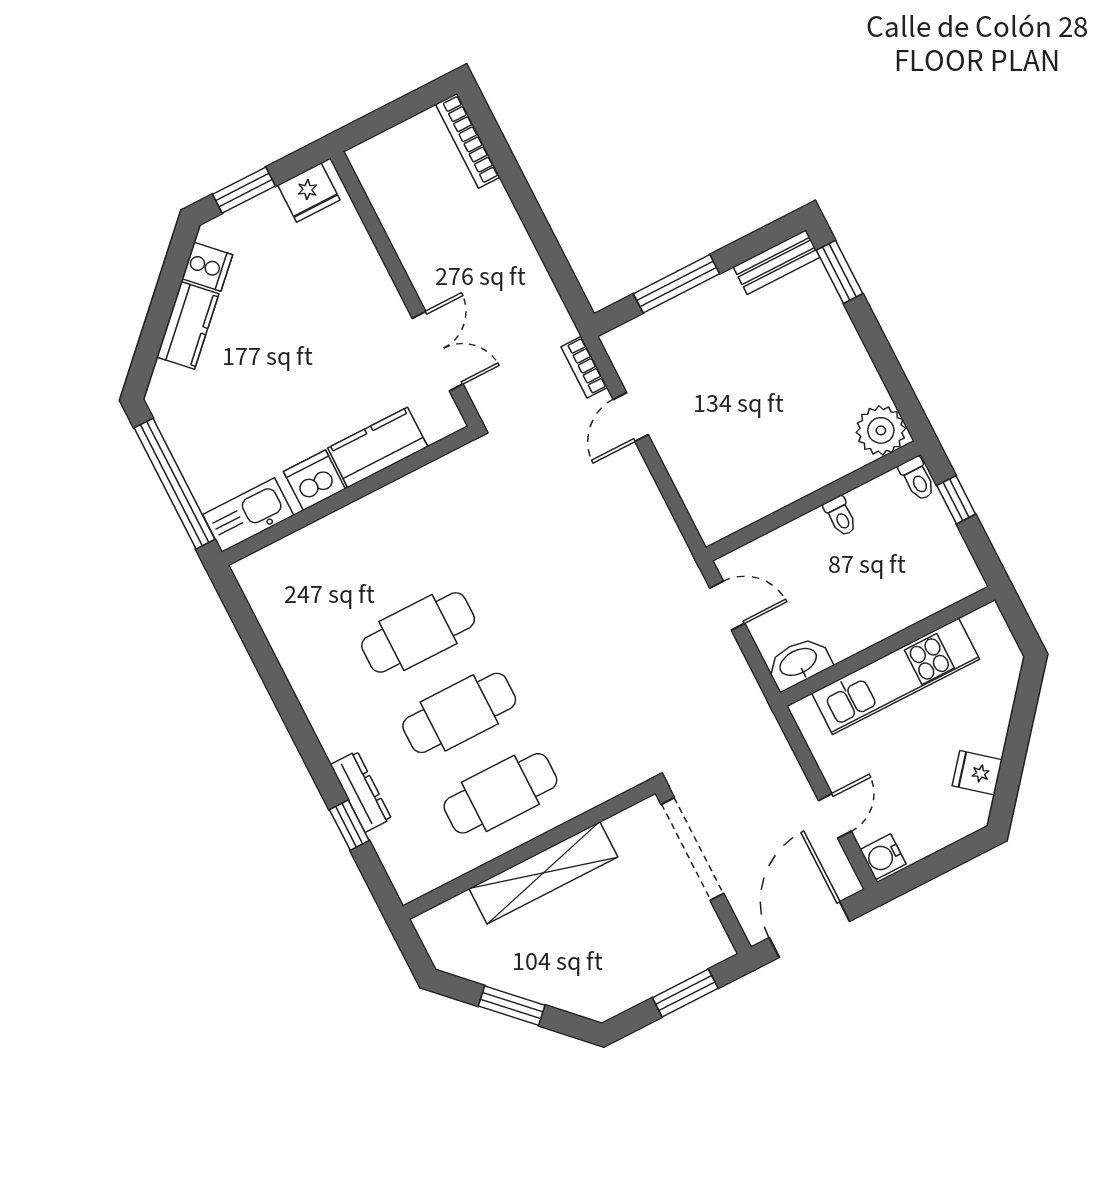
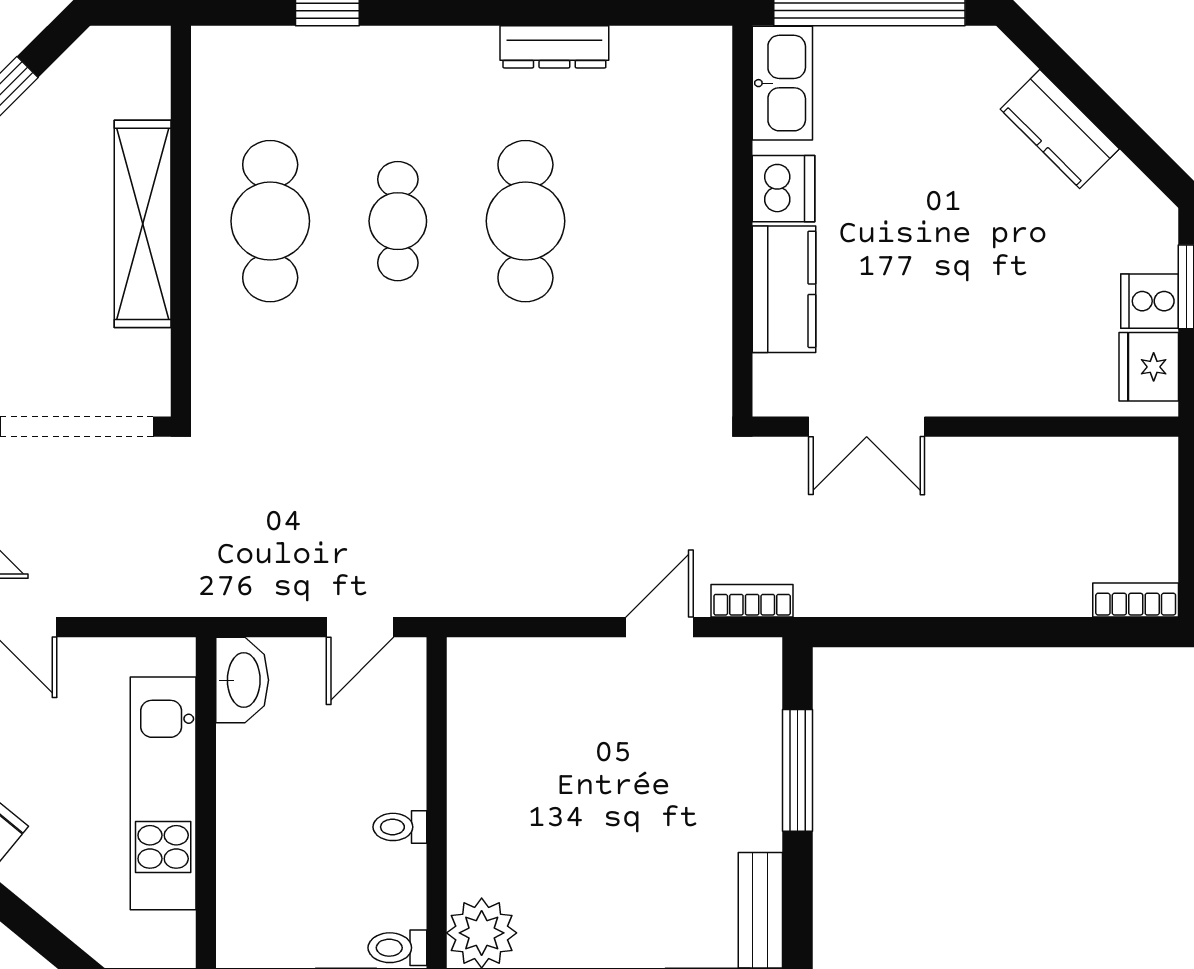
bookcase: (468, 141) -> (1136, 600), width x0.64
cooker: (207, 267) -> (1150, 301), moved, turned 45
door: (631, 417) -> (659, 627), hinge flipped
cafe table: (459, 713) -> (398, 221), width x0.73, depth x0.74
dresser: (361, 792) -> (554, 47), moved

